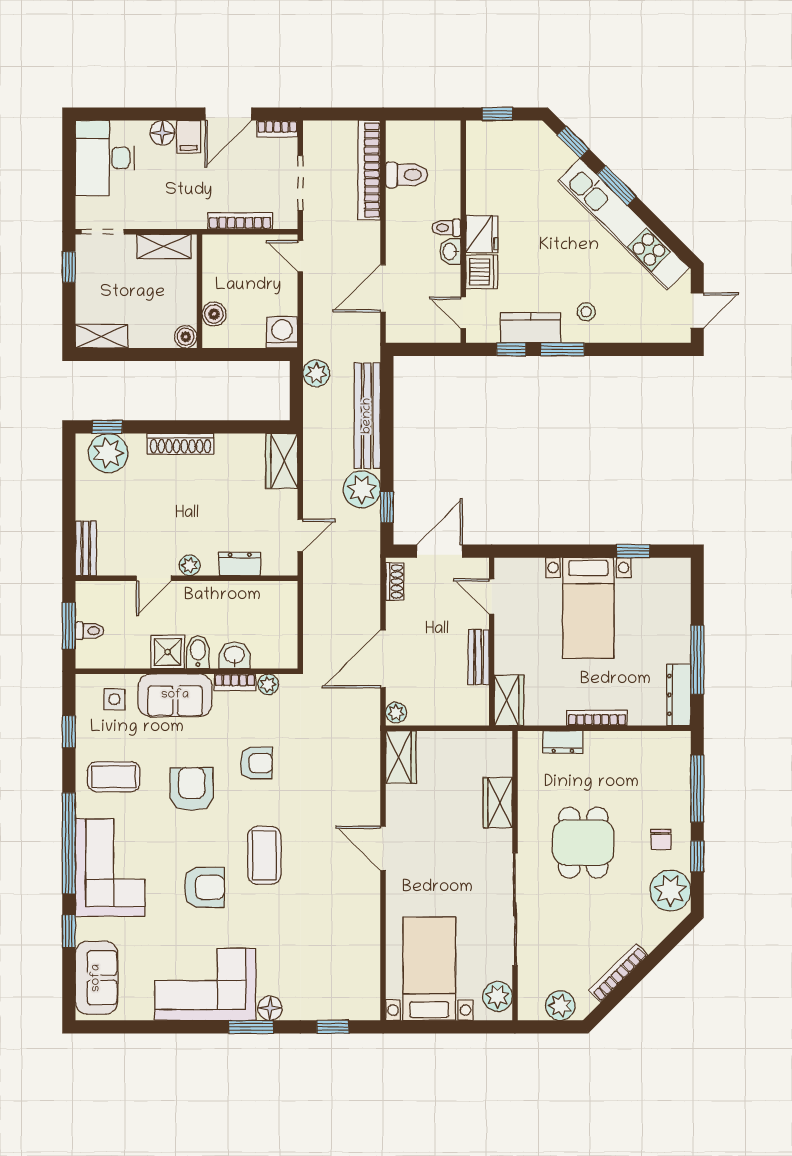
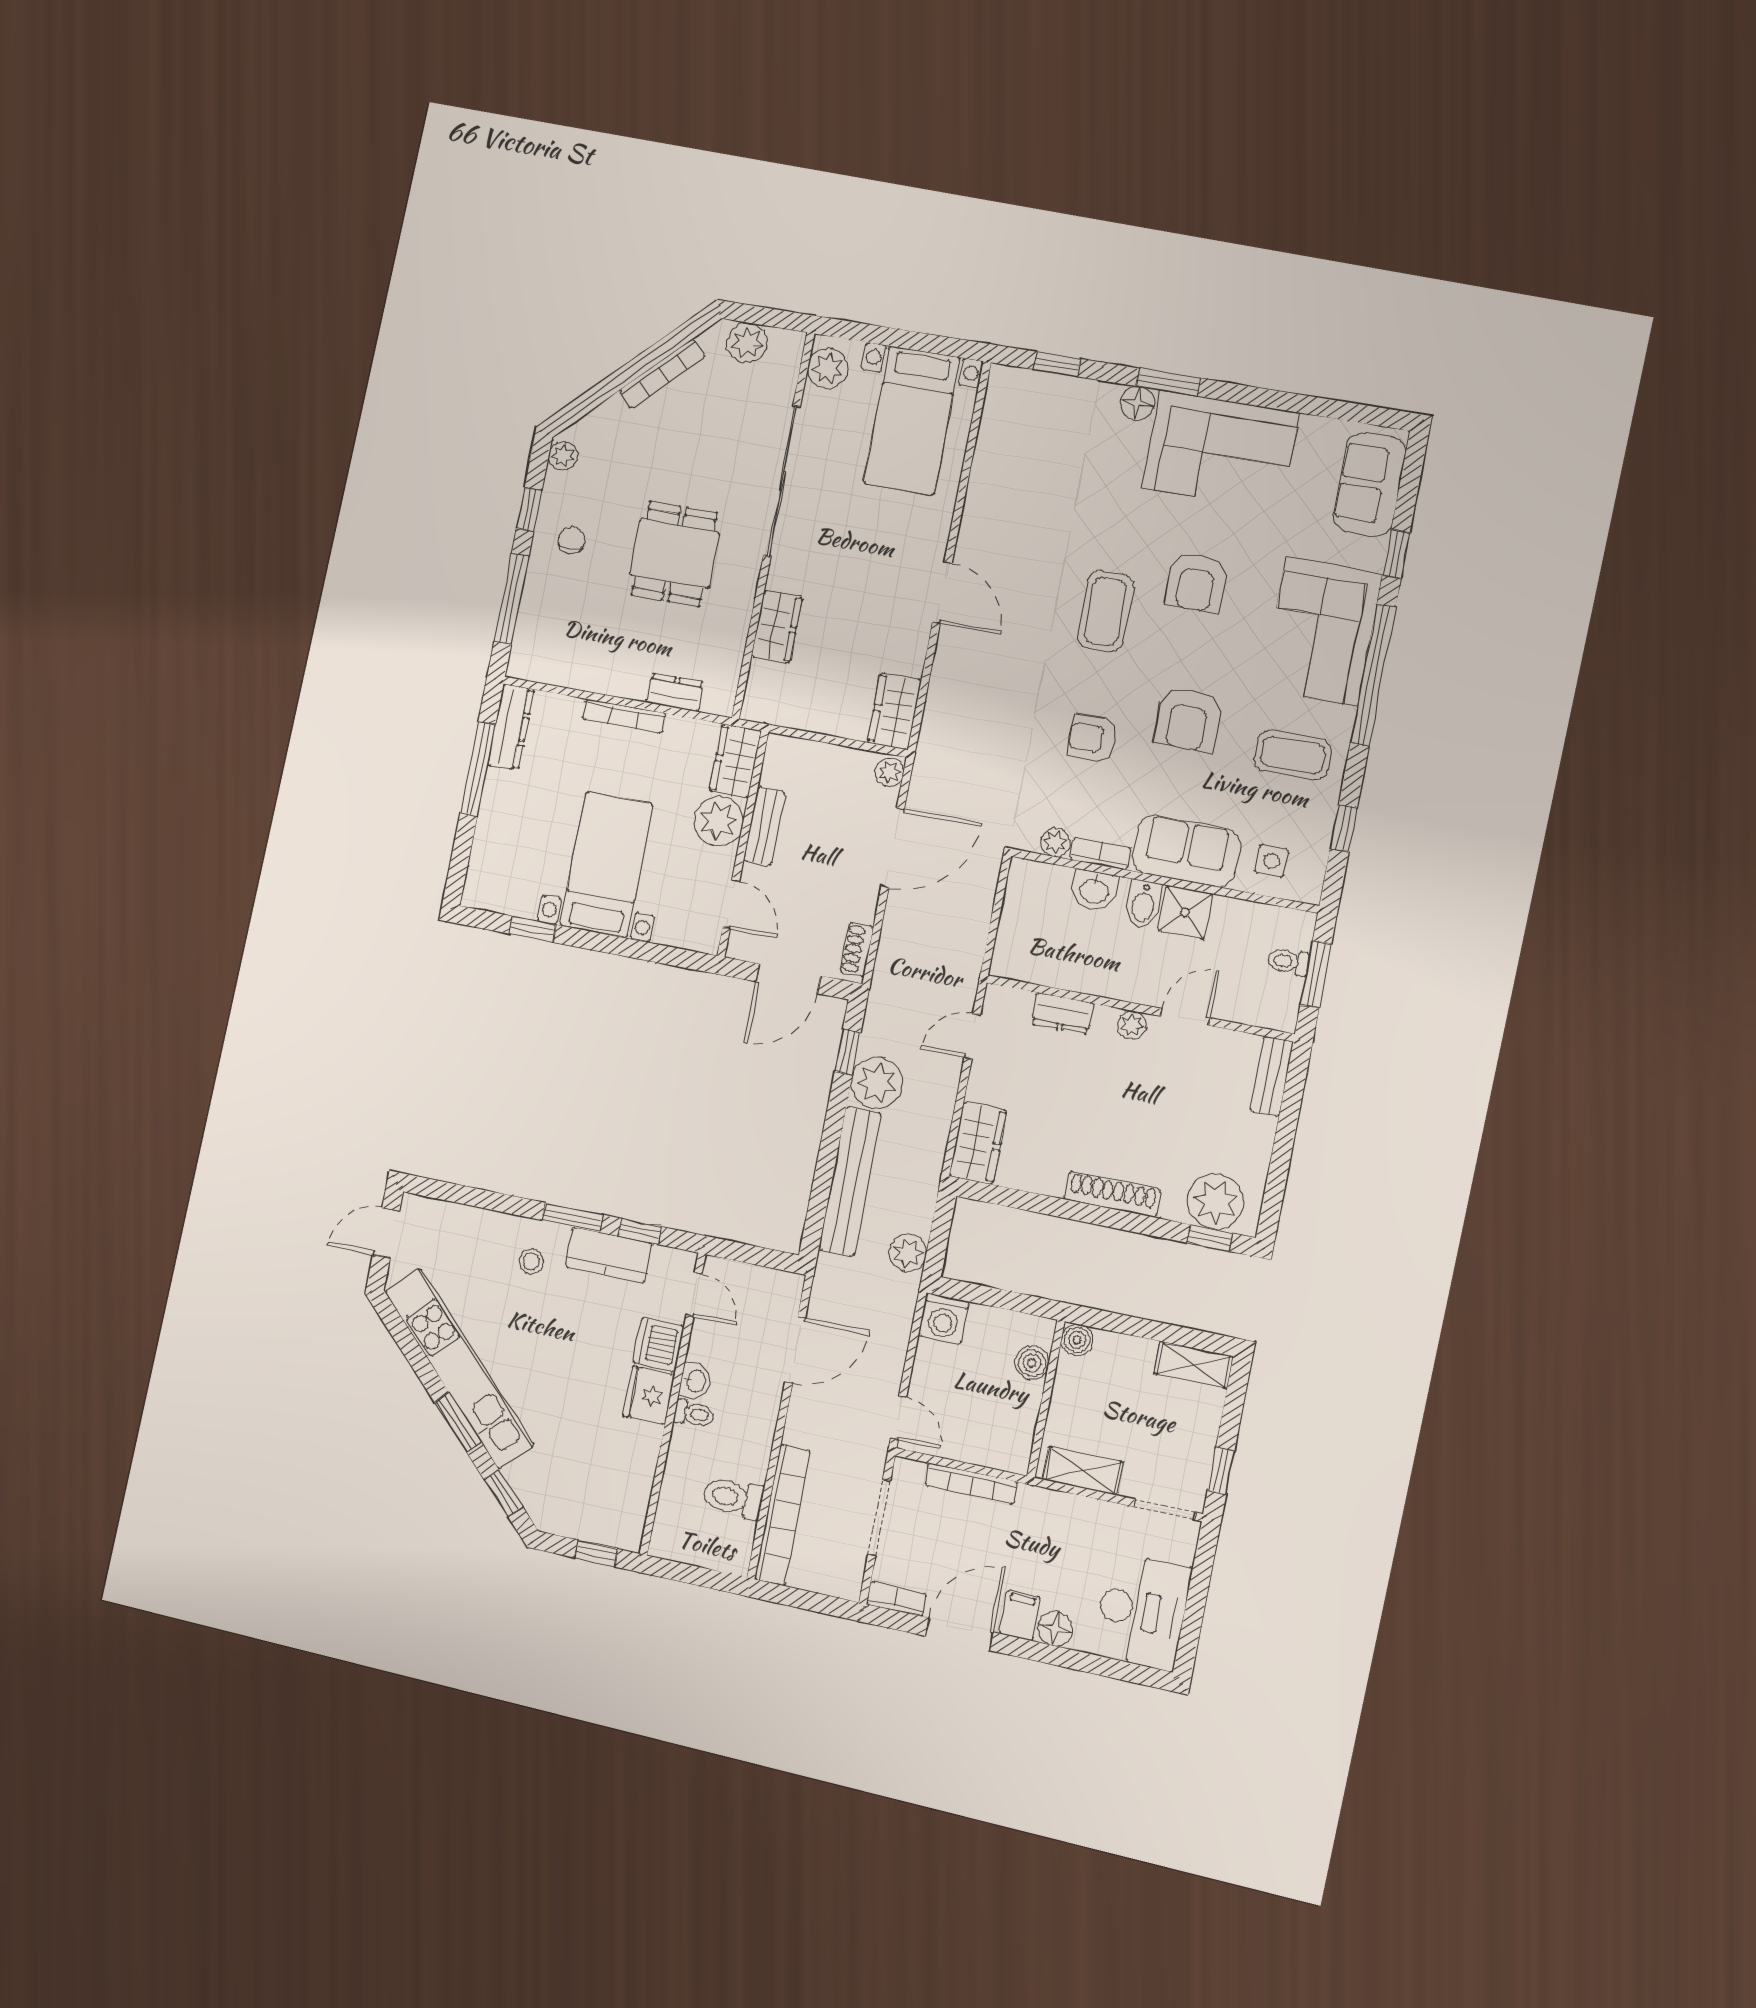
plant: (512, 655) -> (719, 821), added
armchair: (204, 887) -> (1196, 582), turned -90
plant: (670, 891) -> (563, 456), width x0.53, depth x0.53

